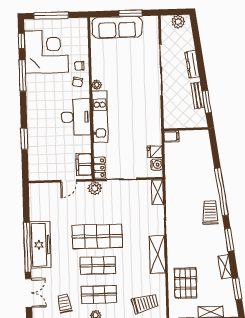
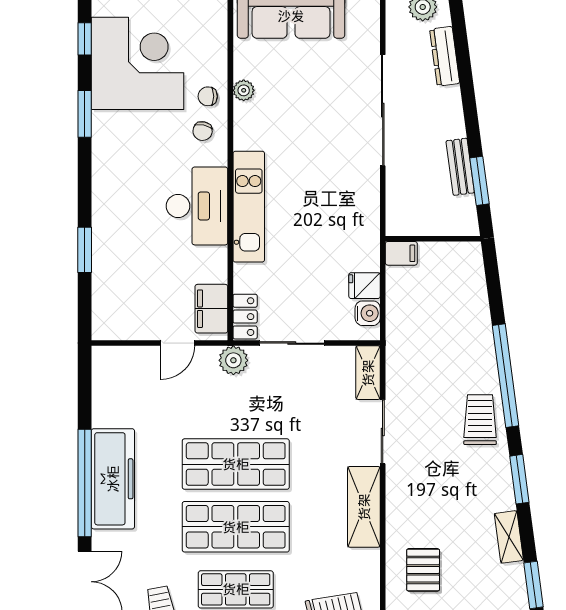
dresser: (192, 64) -> (445, 56), moved
window: (22, 76) -> (85, 114), width x0.69
plant: (97, 85) -> (244, 90), moved
shop shelf: (98, 265) -> (236, 527), width x1.43, depth x1.36
pallet: (186, 283) -> (423, 570), width x0.67, depth x0.71

